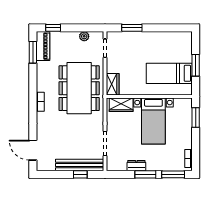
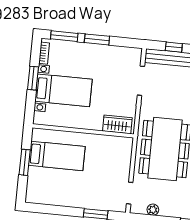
wardrobe: (113, 84) -> (125, 150), removed
window: (196, 117) -> (33, 78), moved
bed with nightstands: (153, 121) -> (64, 90), moved, turned 90
dresser: (136, 166) -> (107, 51), removed

